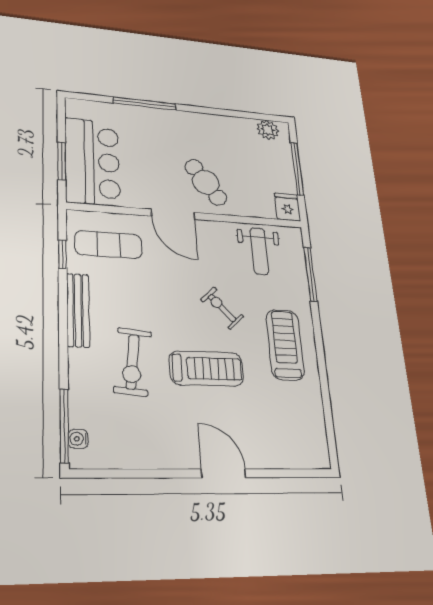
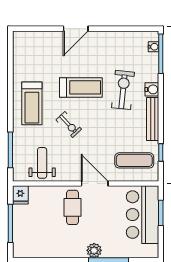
plant: (268, 130) -> (94, 250), moved
cafe table: (206, 182) -> (73, 207), turned 35
water cooler: (80, 361) -> (152, 89), added
treadmill: (206, 368) -> (81, 87), turned 180
door: (224, 473) -> (76, 29), hinge flipped

